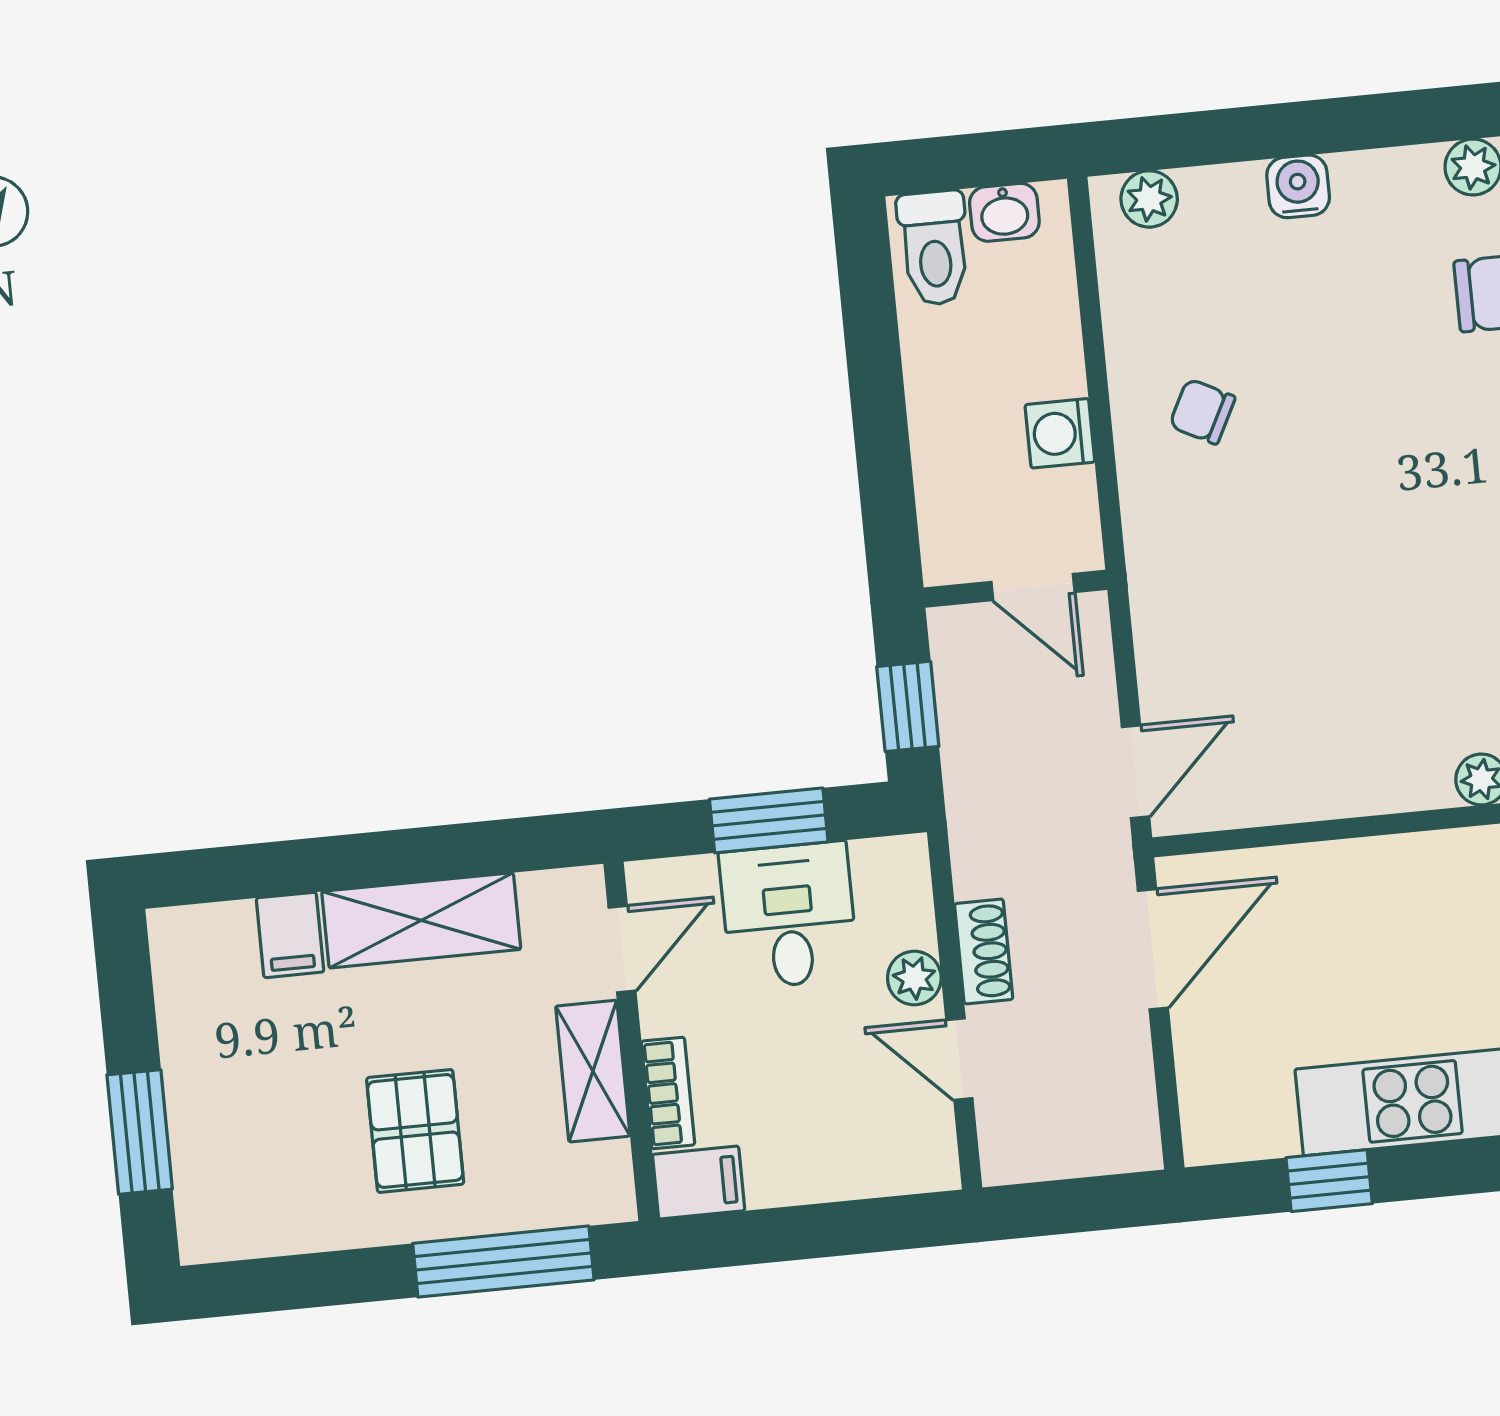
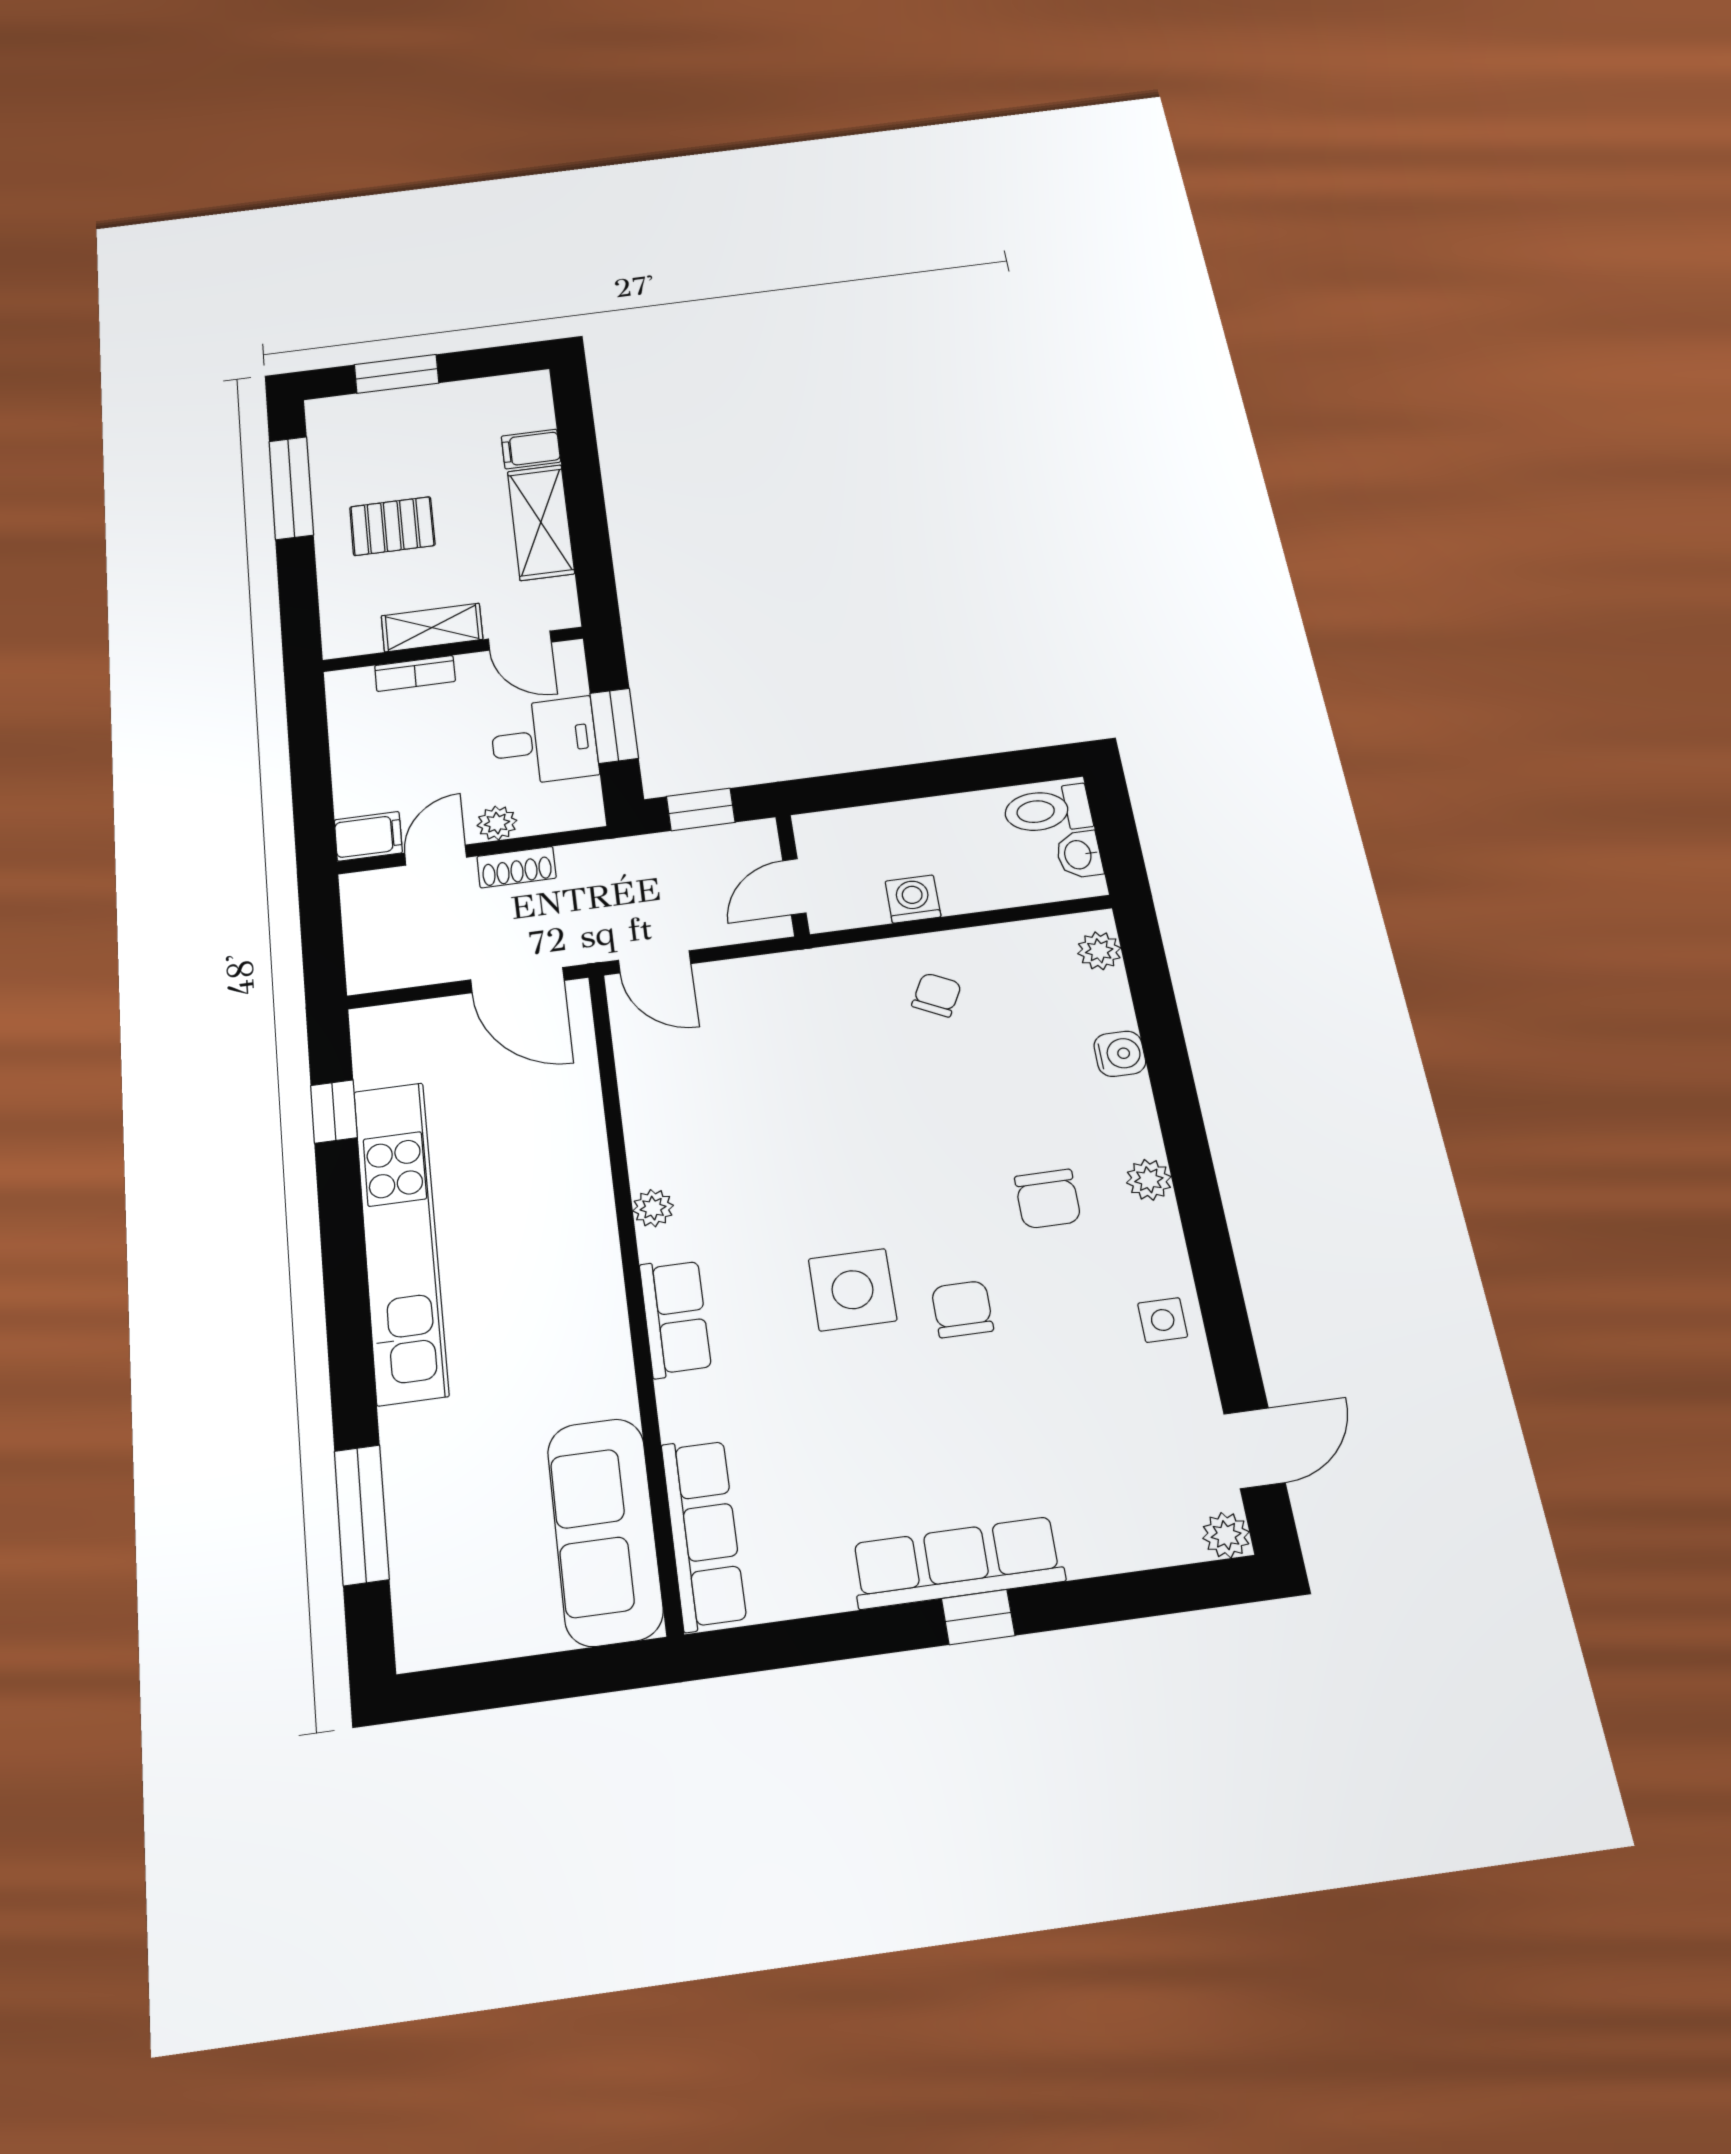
filing cabinet: (699, 1183) -> (368, 836), moved, turned -90
window: (503, 1262) -> (291, 488), moved

